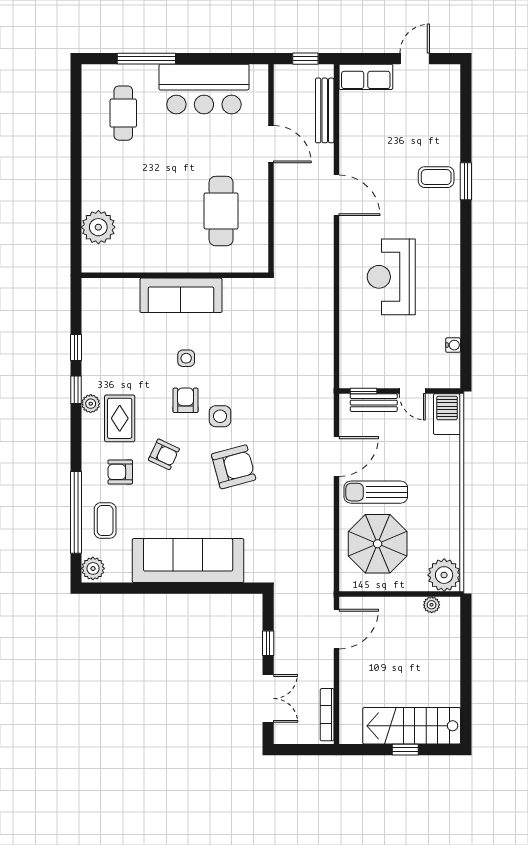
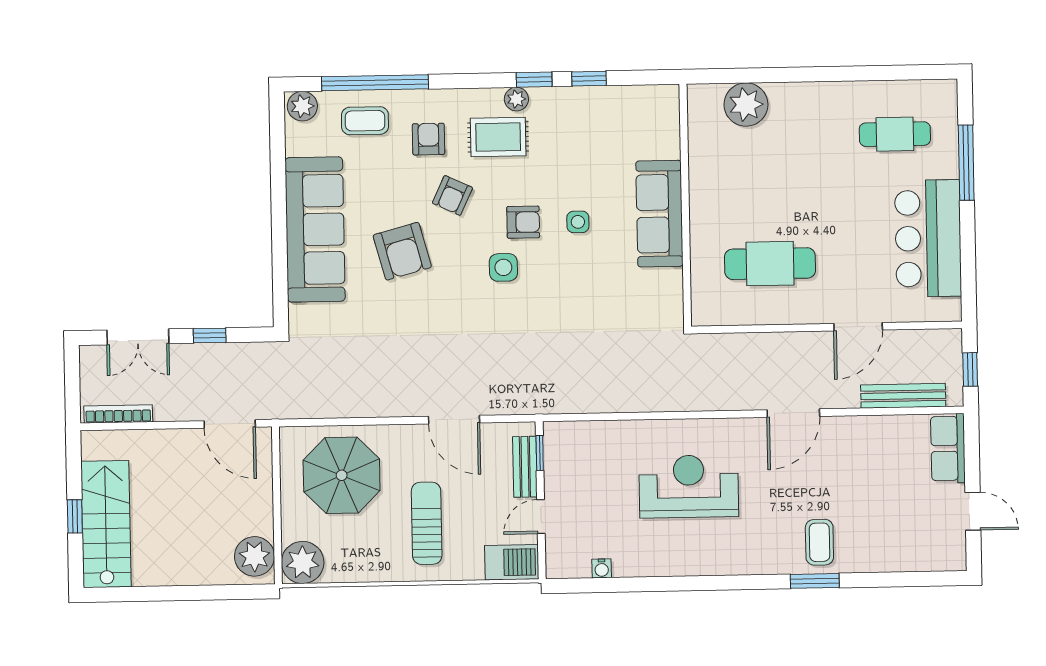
armchair: (234, 467) -> (402, 251), moved
sun lounger: (376, 492) -> (427, 523), moved
plant: (432, 605) -> (255, 556), width x1.88, depth x1.88

